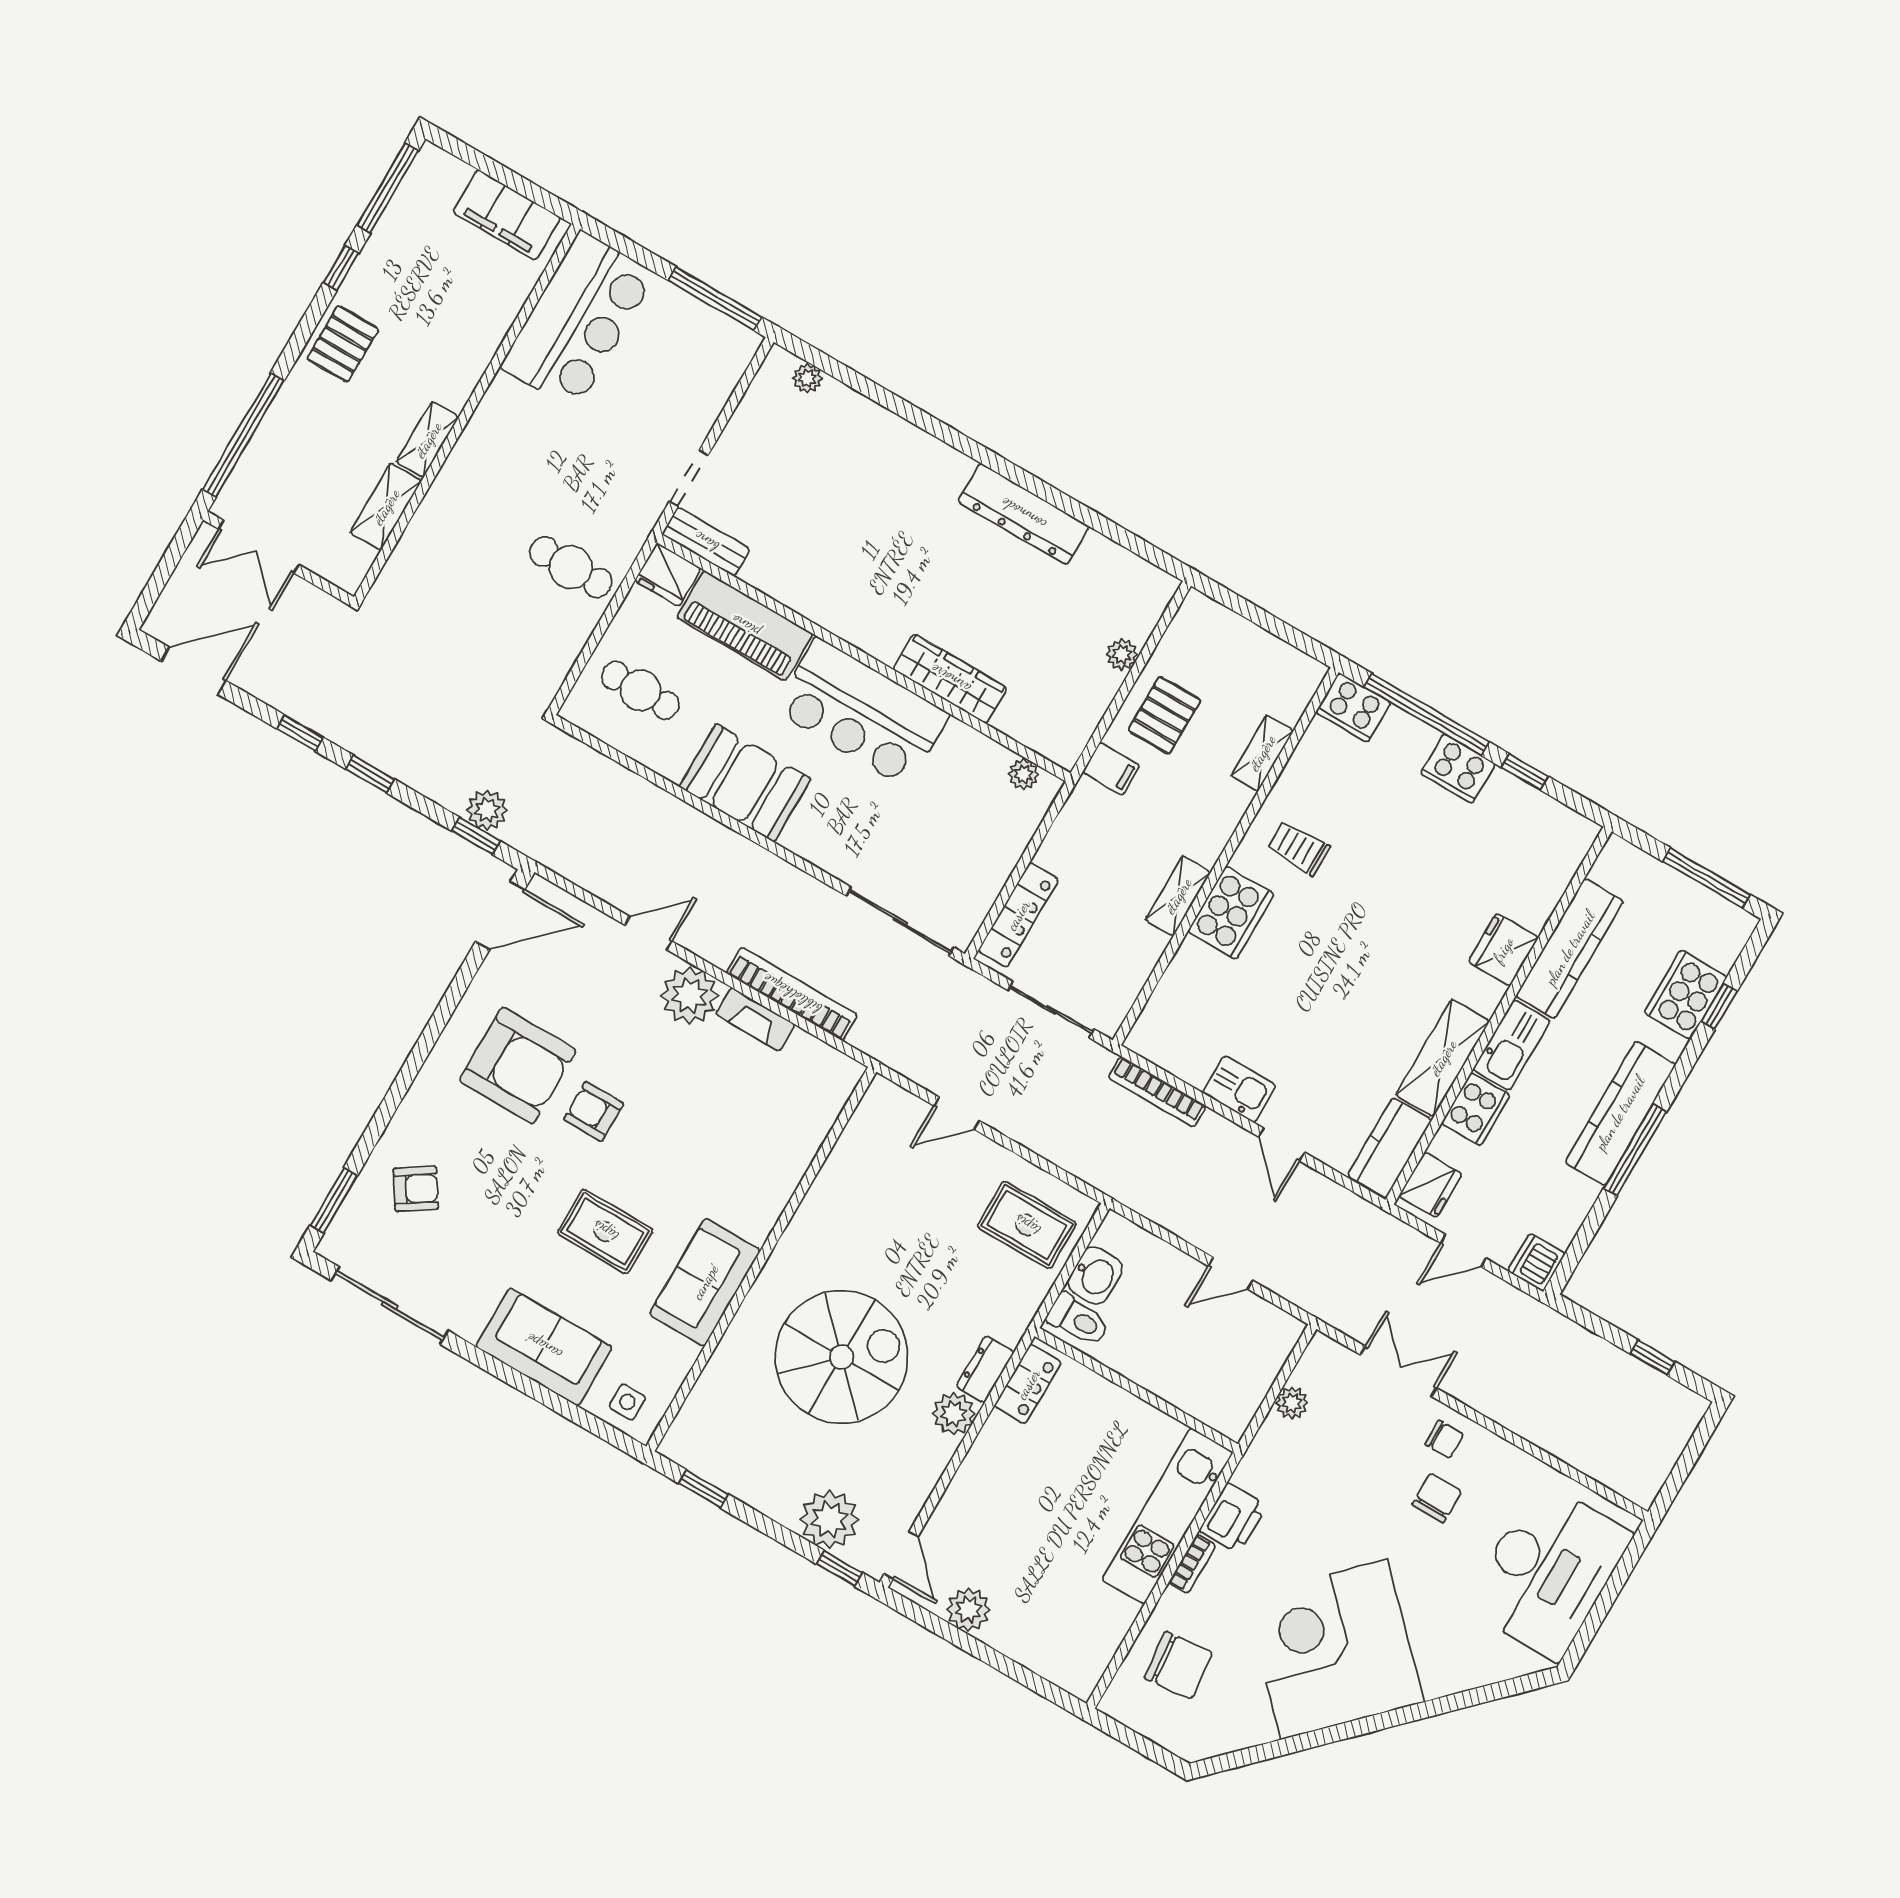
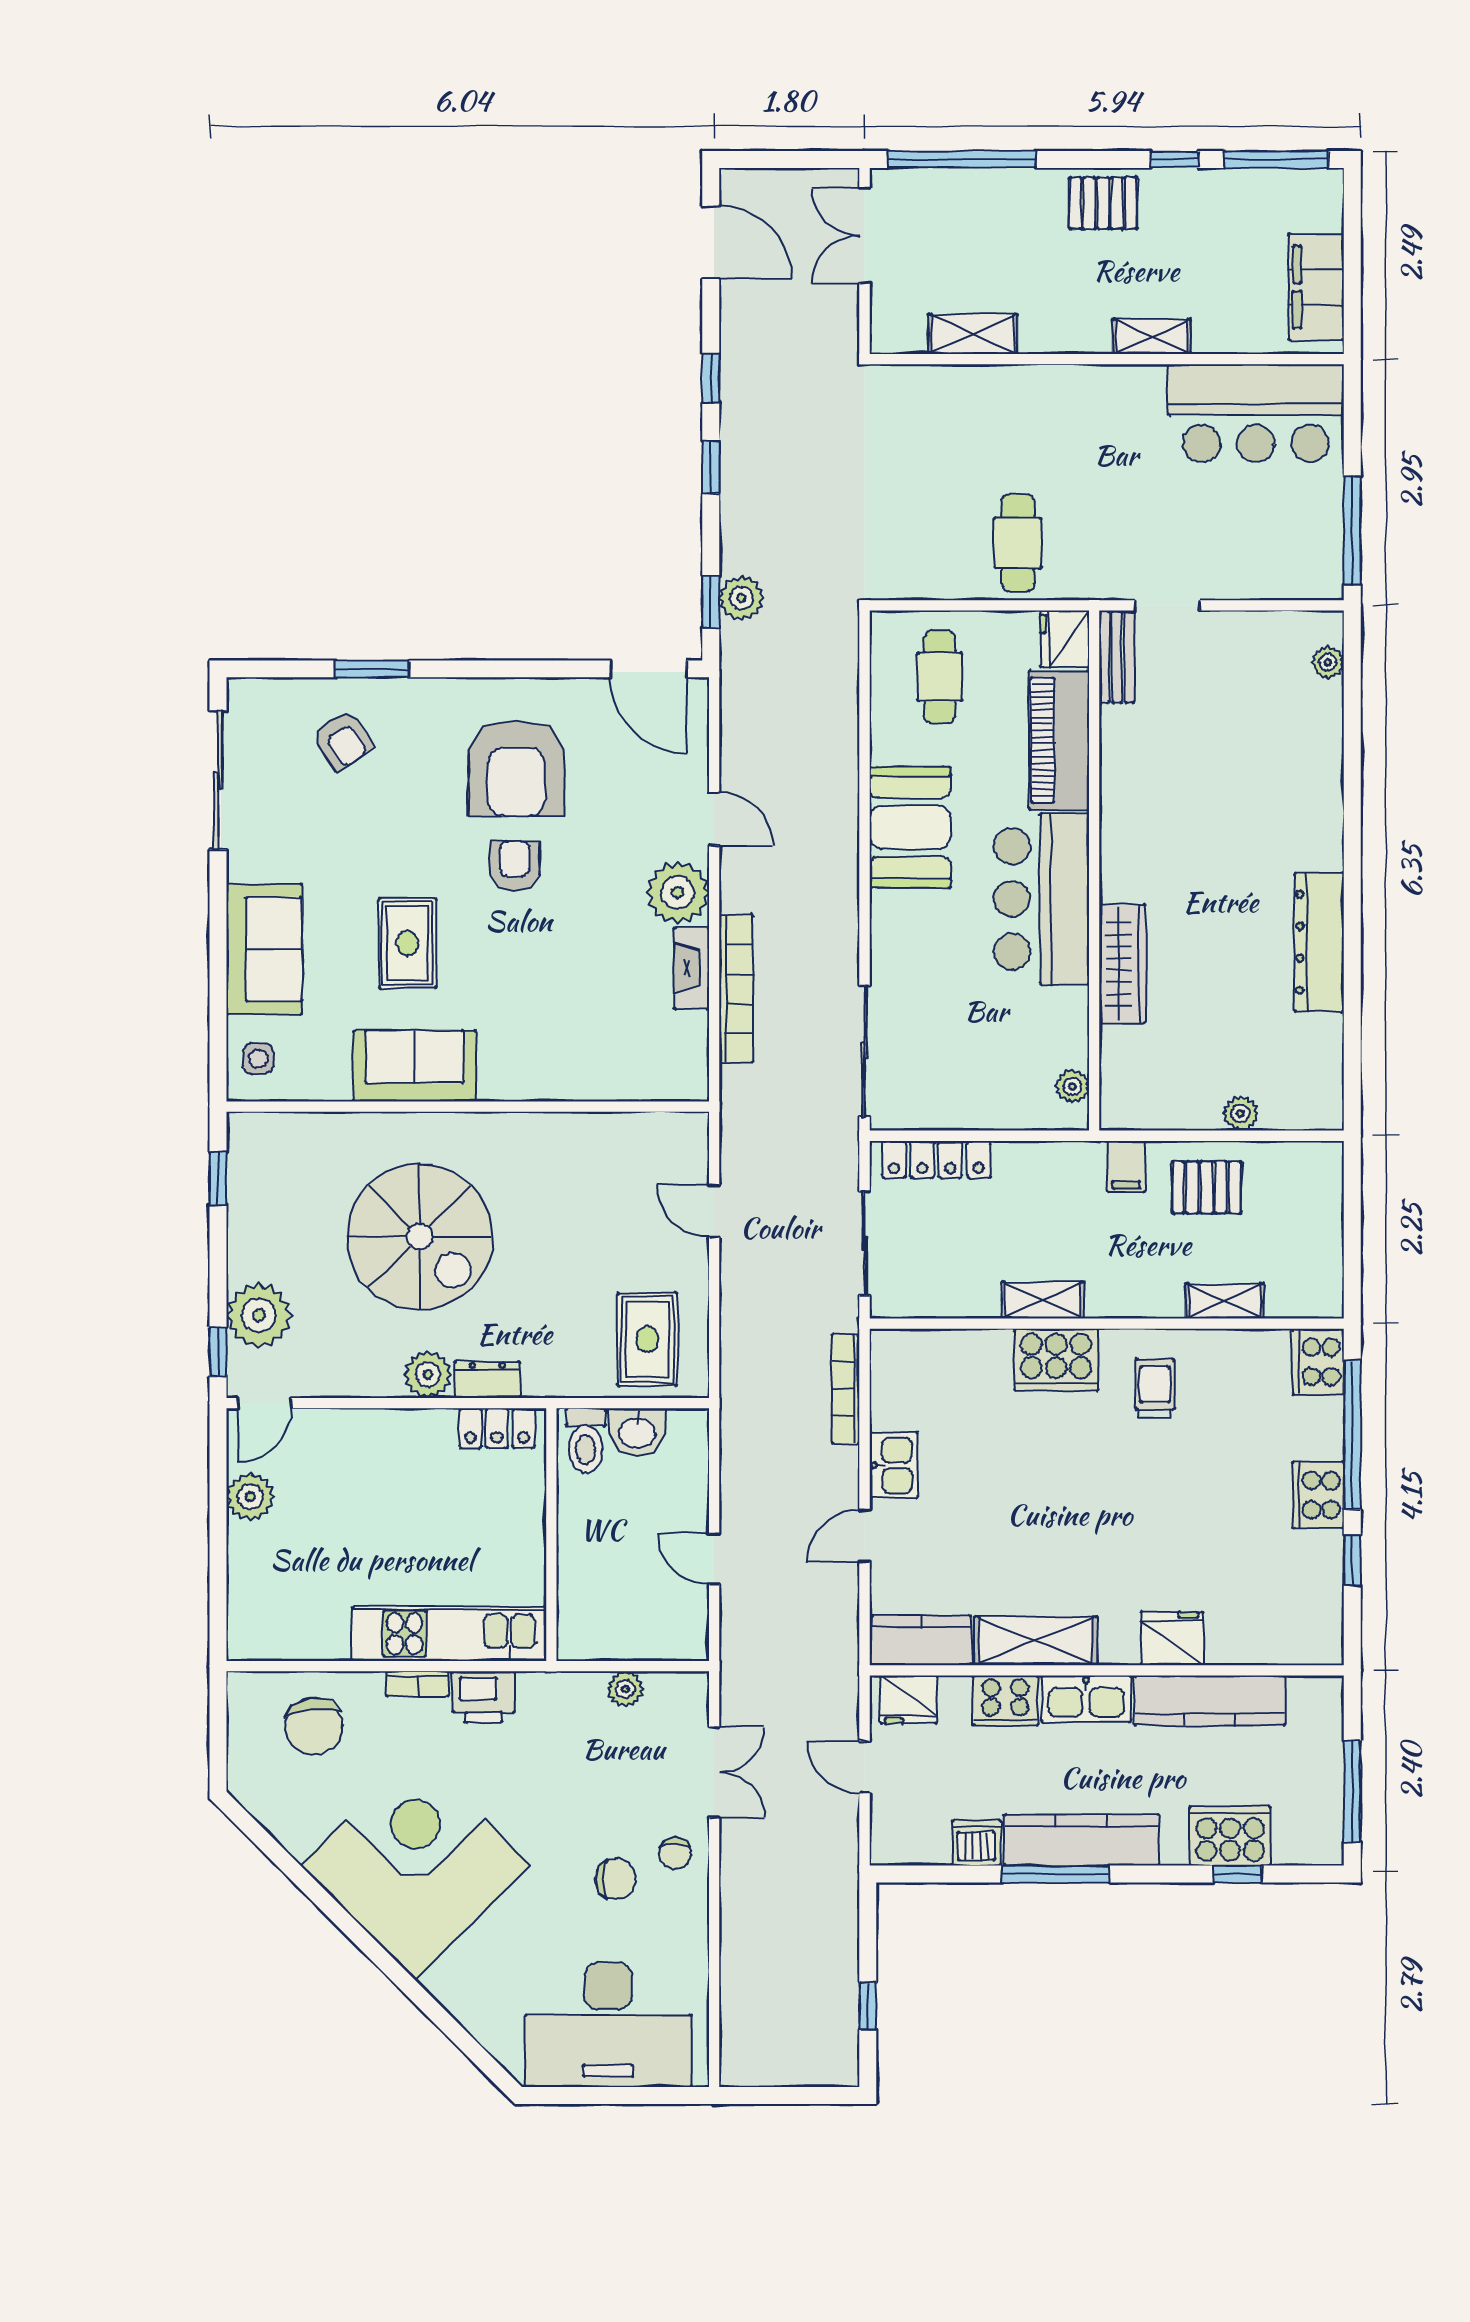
shelving: (428, 440) -> (1152, 336), moved
window: (334, 1200) -> (372, 669), moved
dishwasher: (1536, 1262) -> (976, 1843), moved

